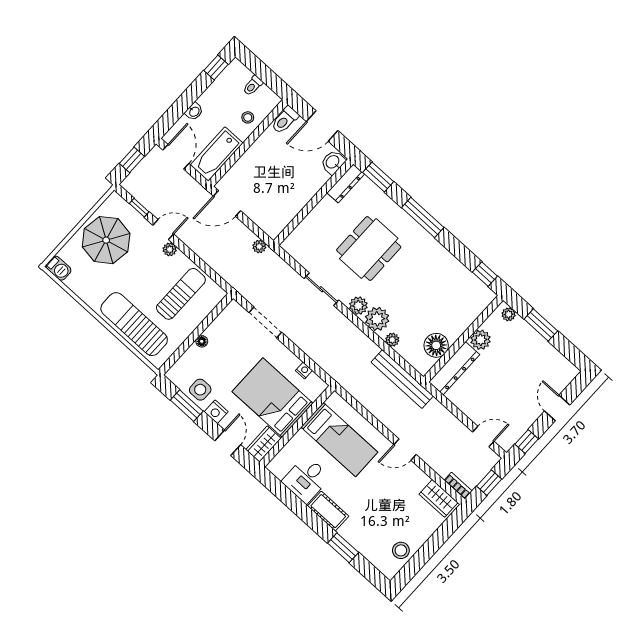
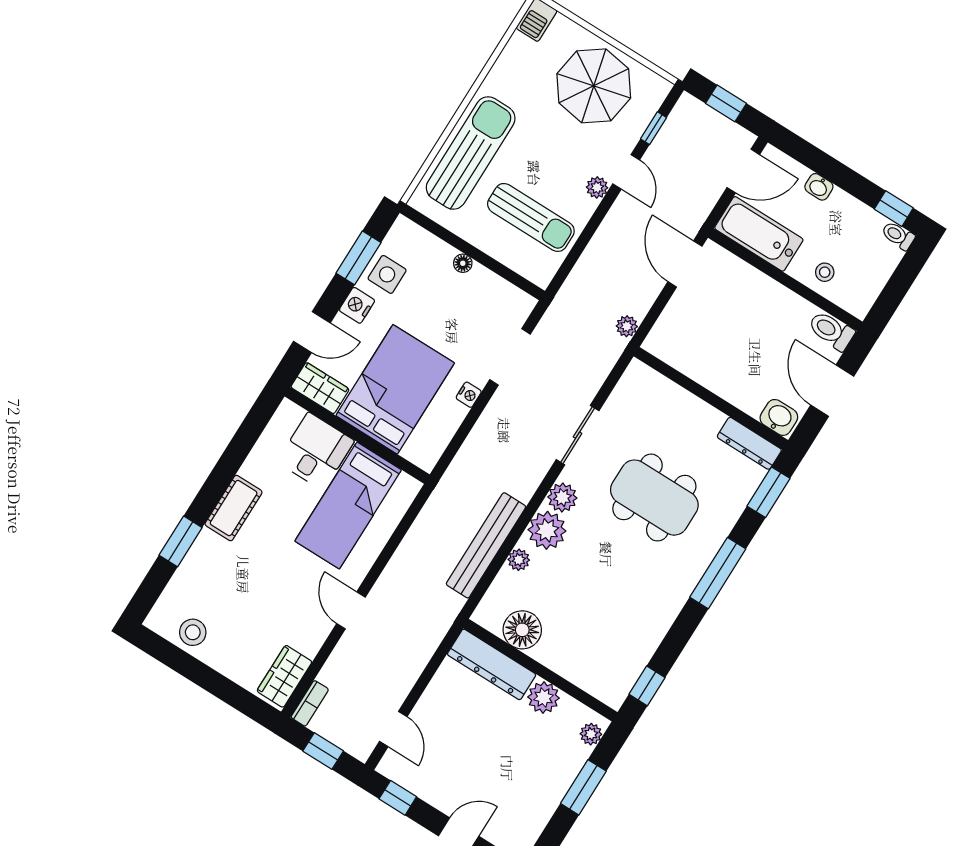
toilet: (253, 86) -> (898, 236), moved
nightstand: (304, 370) -> (469, 395), moved
bench: (402, 379) -> (486, 545), moved
desk: (306, 479) -> (316, 451), moved, turned 90

